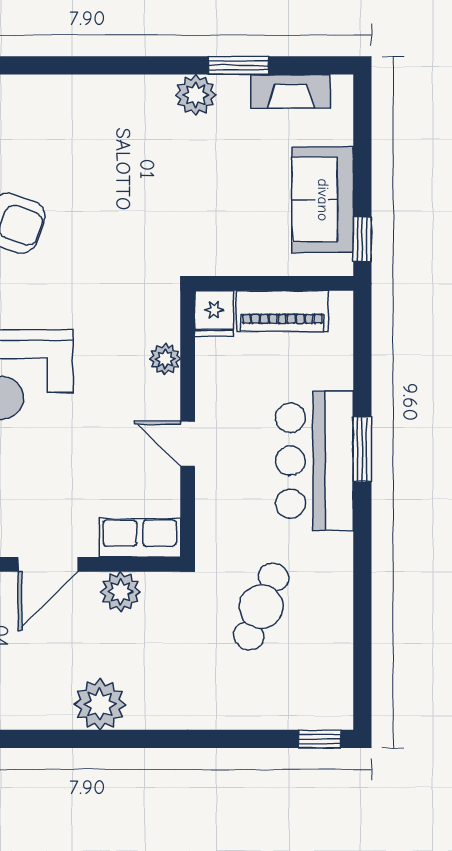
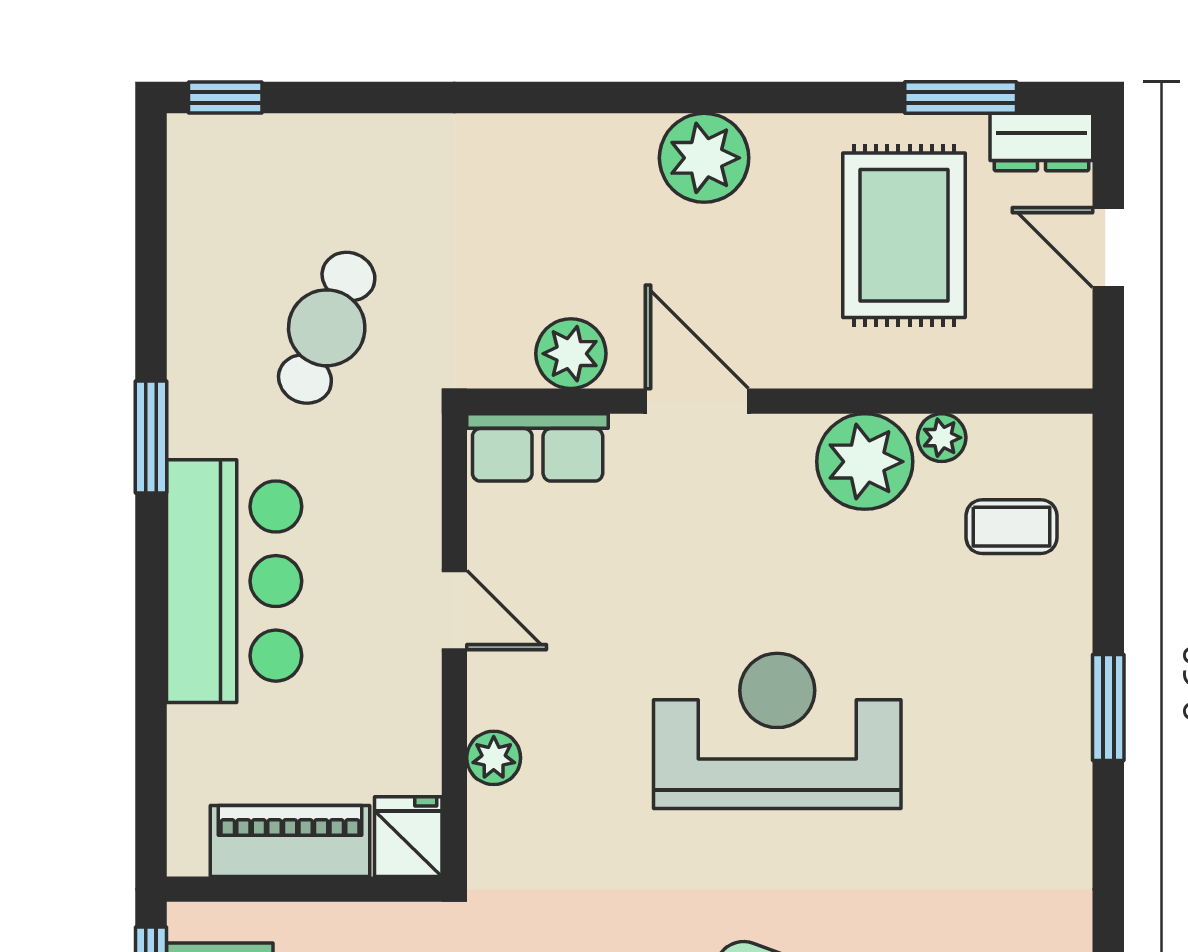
window: (362, 449) -> (151, 437), moved
door: (48, 564) -> (697, 401), hinge flipped
plant: (100, 704) -> (704, 158), moved

